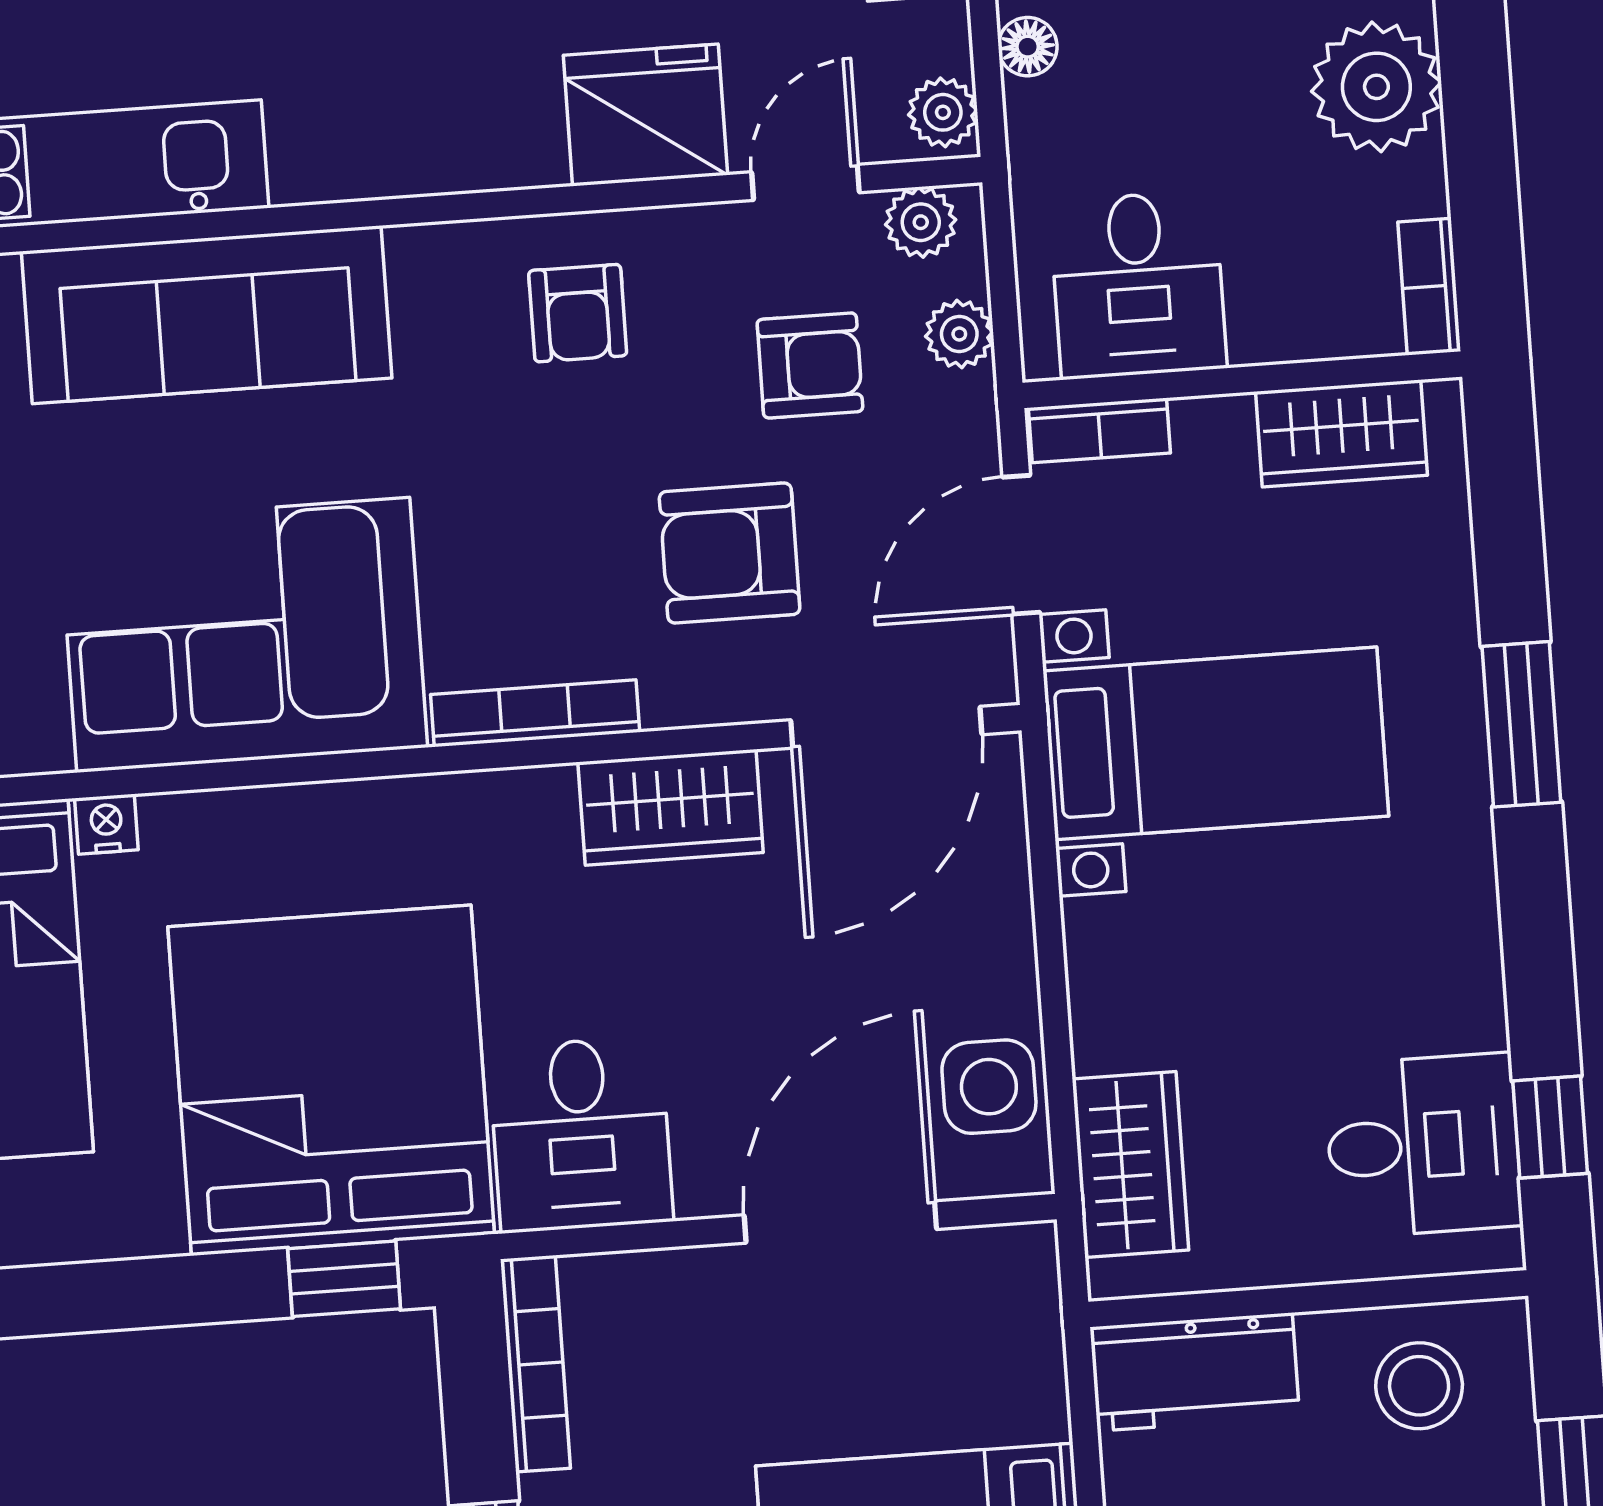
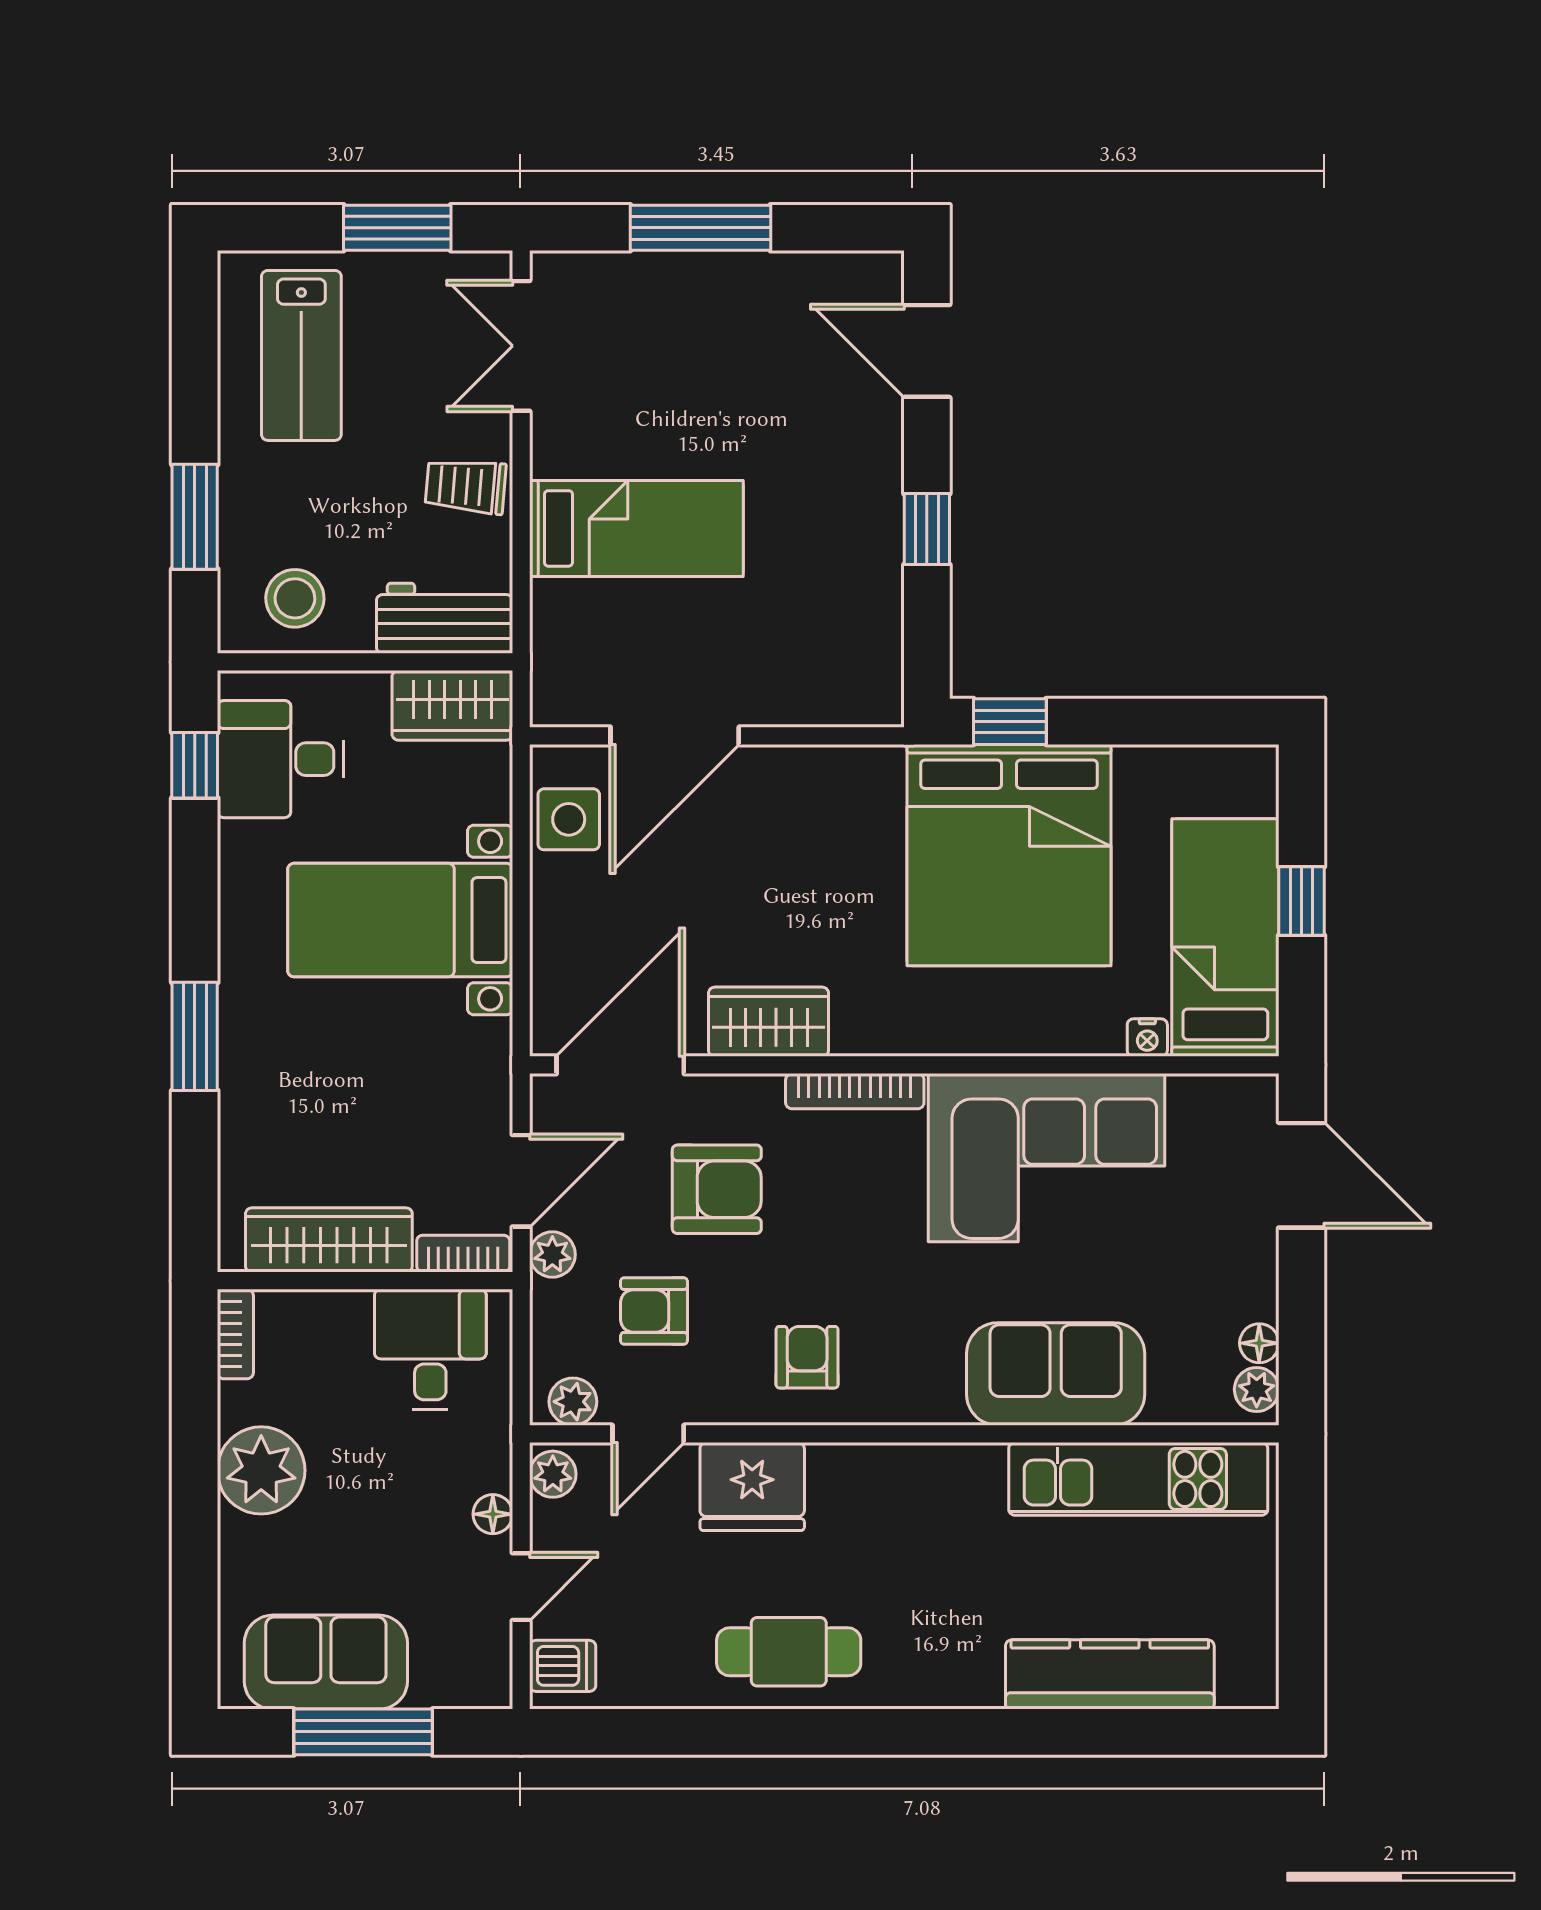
sofa: (207, 315) -> (1056, 1374), width x0.73
plant: (959, 334) -> (552, 1255), moved
wardrobe: (1342, 433) -> (329, 1240), width x1.50
bed with nightstands: (1216, 743) -> (400, 920), moved
desk: (581, 1134) -> (844, 807), removed
wardrobe: (1130, 1164) -> (452, 705), moved, turned -90
bookcase: (535, 1364) -> (886, 655), removed

